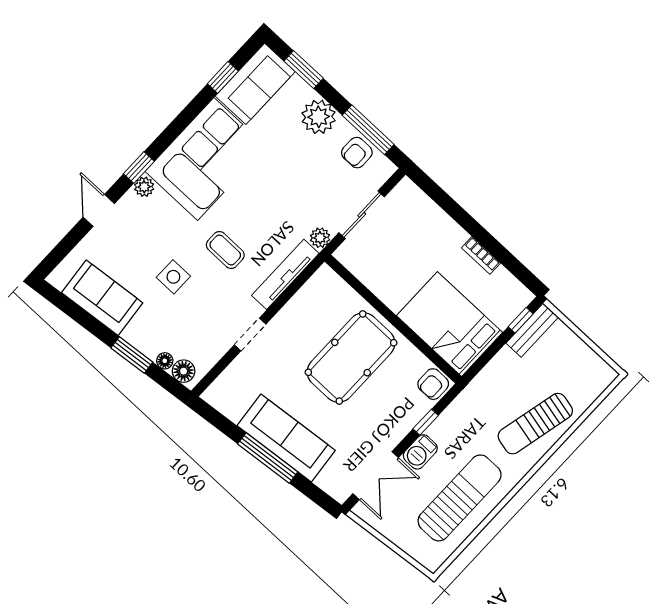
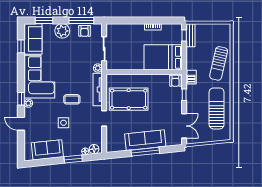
pool table: (351, 358) -> (129, 99), moved, turned 90
barbecue: (420, 452) -> (191, 77), moved

